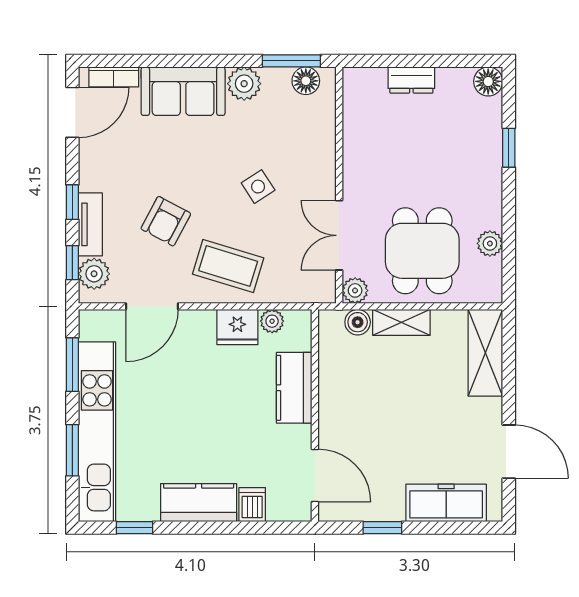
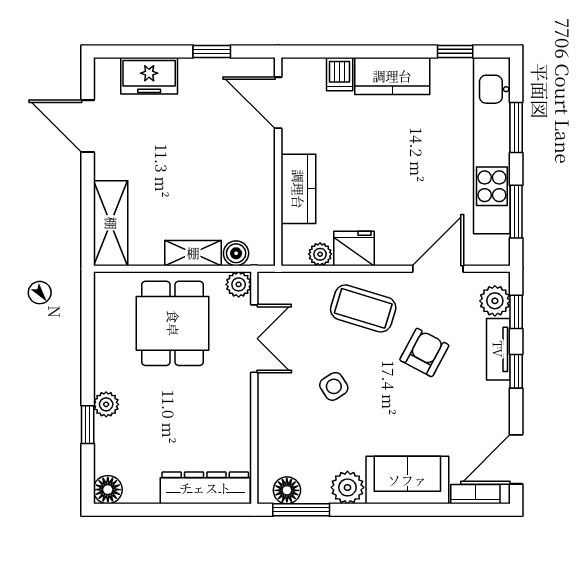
dresser: (411, 80) -> (205, 488), width x1.96, depth x1.24
plant: (490, 243) -> (106, 404), moved
freezer: (446, 503) -> (149, 76), width x0.71

